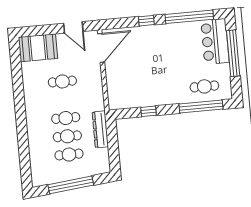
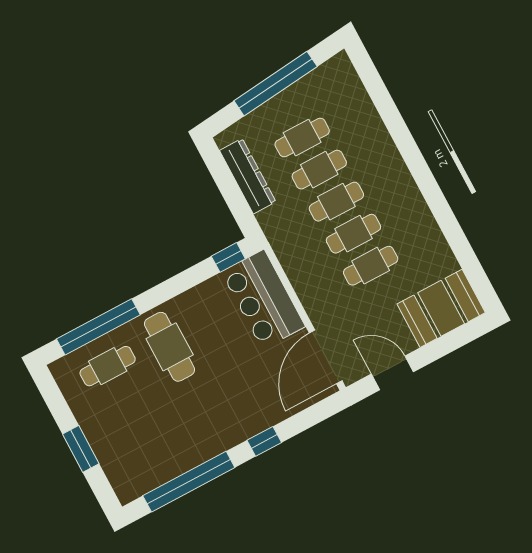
bar counter: (215, 41) -> (263, 299), moved, turned 180
window: (233, 53) -> (81, 449), width x0.47
cafe table: (172, 83) -> (170, 347), added
cafe table: (64, 100) -> (353, 234), added
window: (149, 111) -> (228, 257), moved
dresser: (100, 129) -> (248, 176), moved

